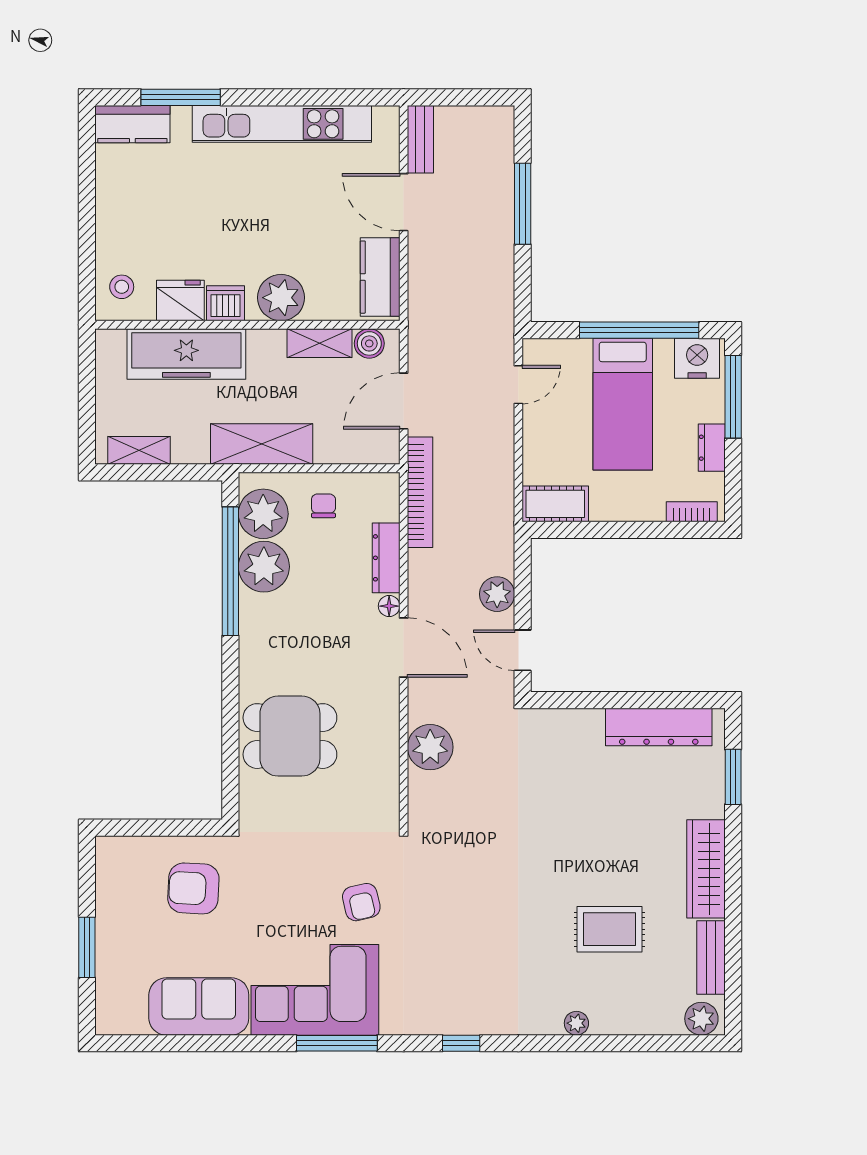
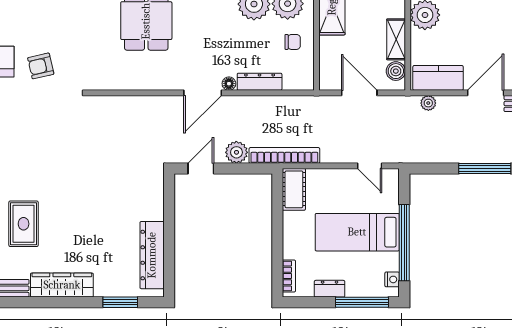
nightstand: (697, 358) -> (392, 279), width x0.53, depth x0.56
bookcase: (420, 492) -> (284, 155), moved, turned 180
plant: (430, 747) -> (428, 103), moved, width x0.53, depth x0.53

